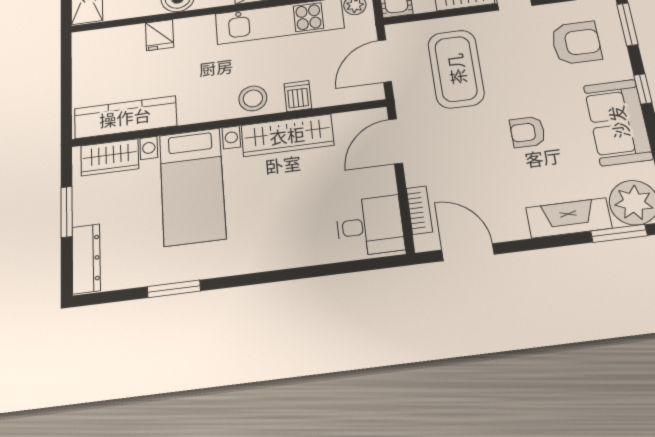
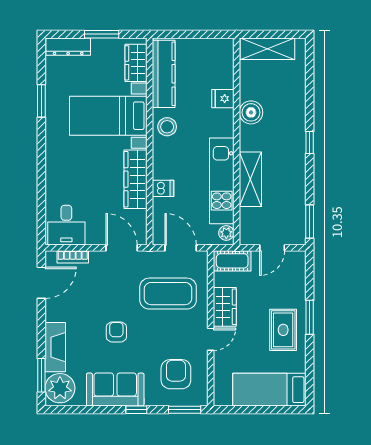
armchair: (576, 43) -> (176, 374), turned 180
stool: (253, 98) -> (167, 127), moved

